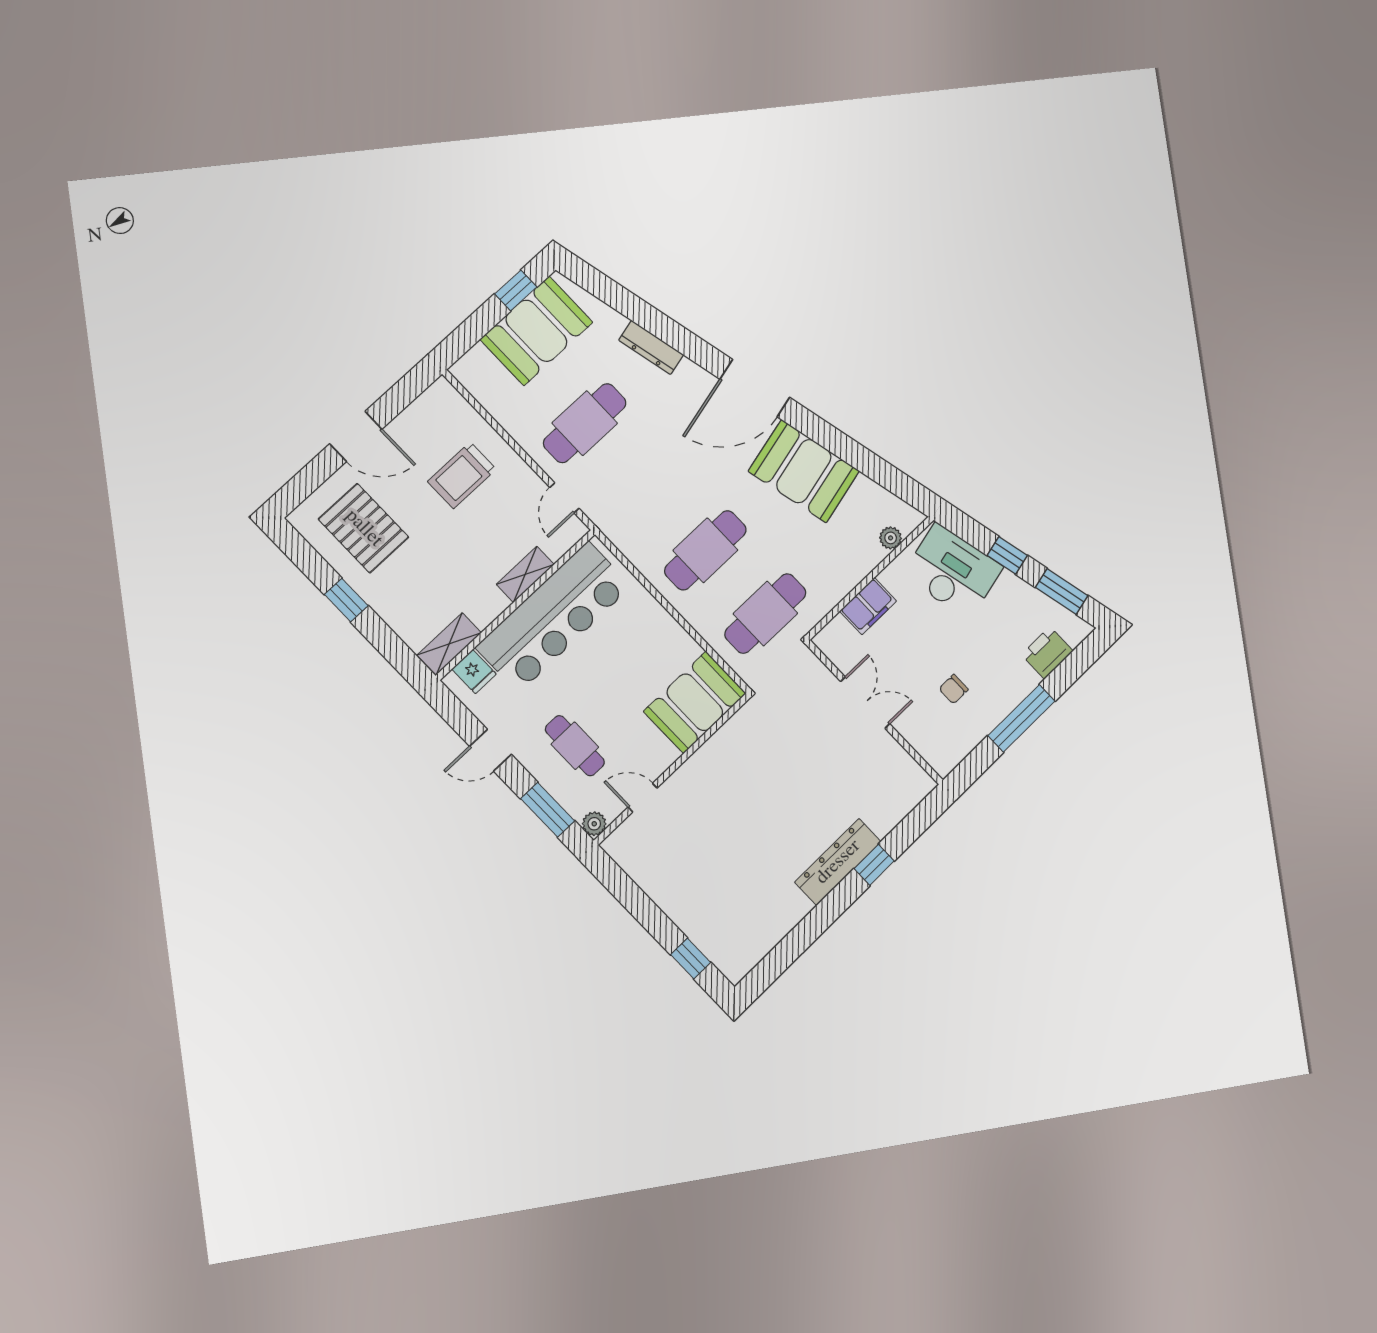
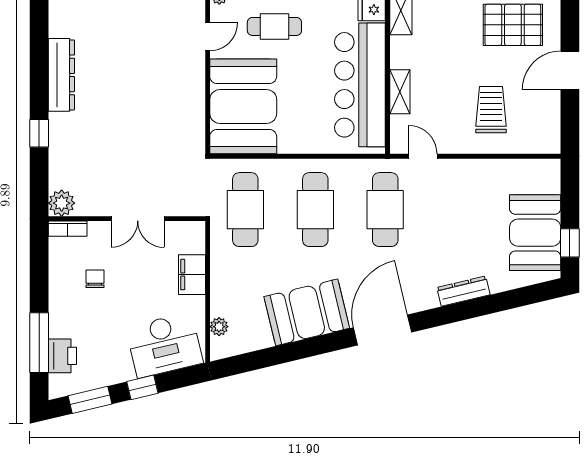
cafe table: (585, 423) -> (385, 210), moved
booth: (695, 702) -> (243, 106), width x1.36, depth x1.42
window: (1021, 718) -> (39, 343), moved
bookcase: (933, 757) -> (68, 229), added
plant: (916, 784) -> (62, 203), added
dresser: (838, 862) -> (61, 75), moved

